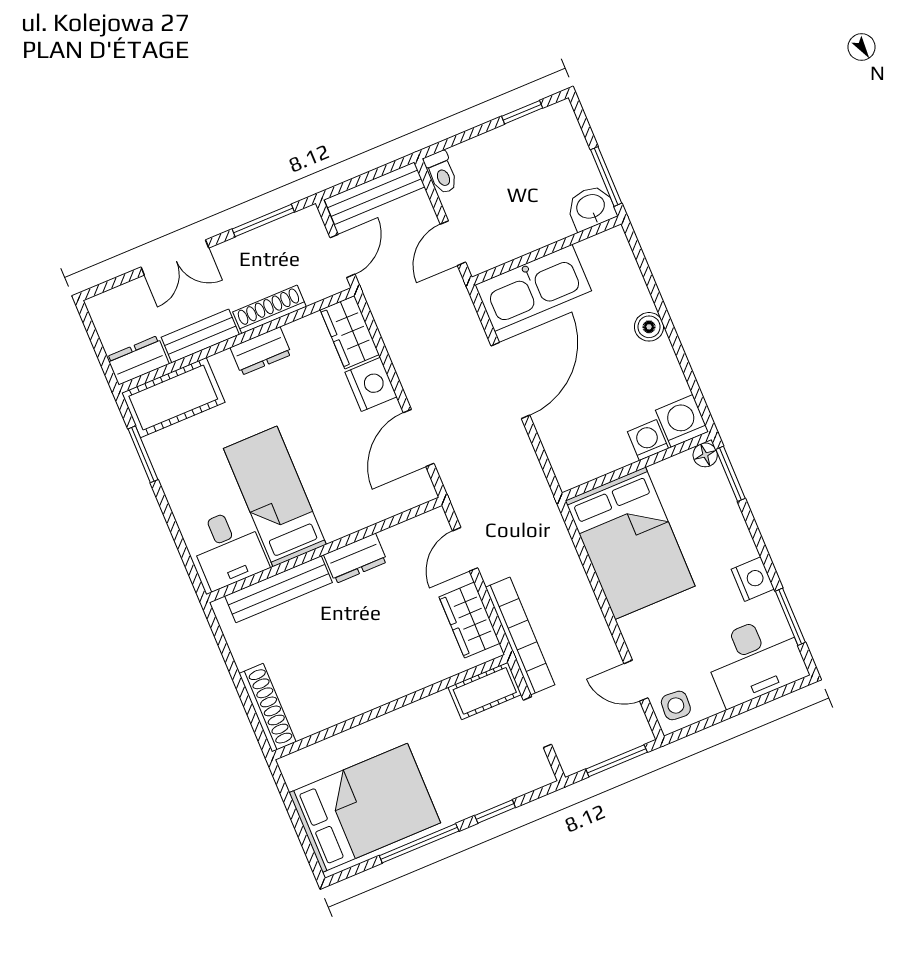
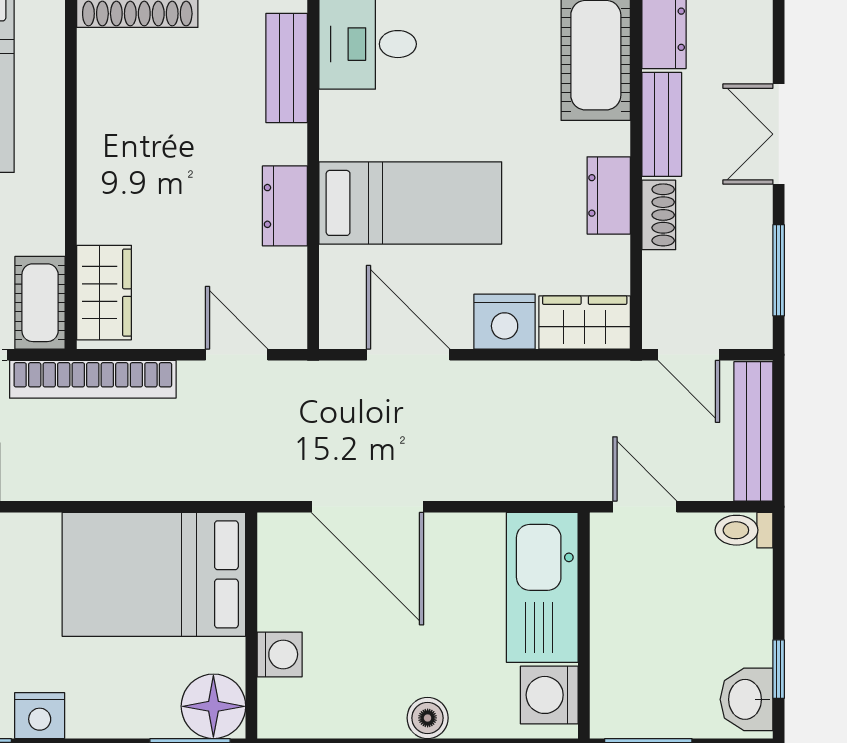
washbasin: (591, 207) -> (747, 699), moved, turned 180
shoe rack: (270, 309) -> (659, 215), width x0.70
door: (510, 380) -> (367, 507), moved
washing machine: (682, 421) -> (549, 695), moved, turned 180
floor lamp: (705, 455) -> (213, 706), width x1.89, depth x1.89
bed: (275, 496) -> (410, 203), moved
bench: (278, 589) -> (287, 68), width x0.73
wardrobe: (470, 620) -> (104, 293), moved, turned 90

